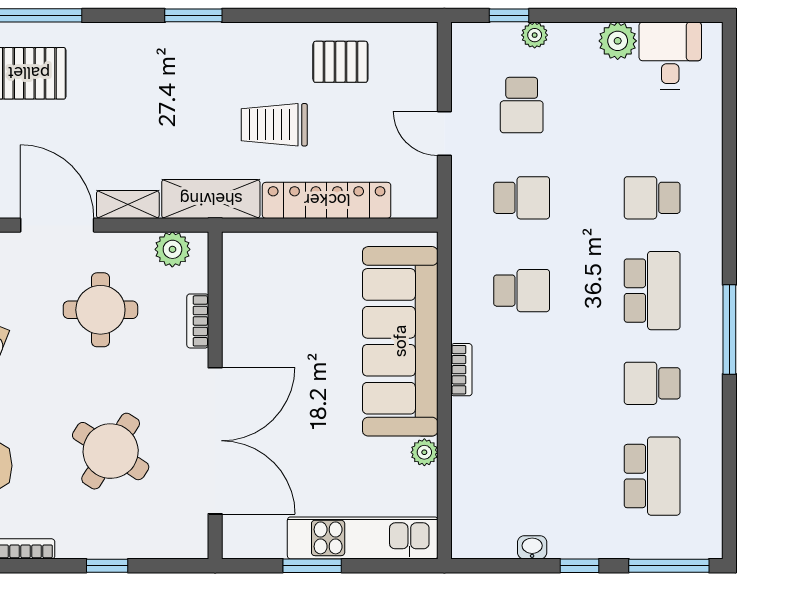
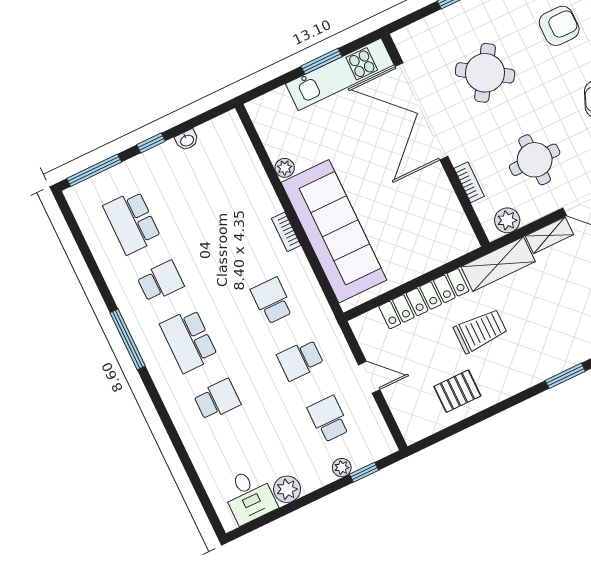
school desk: (522, 291) -> (272, 301), turned 90
kitchen unit: (363, 538) -> (340, 74), moved

